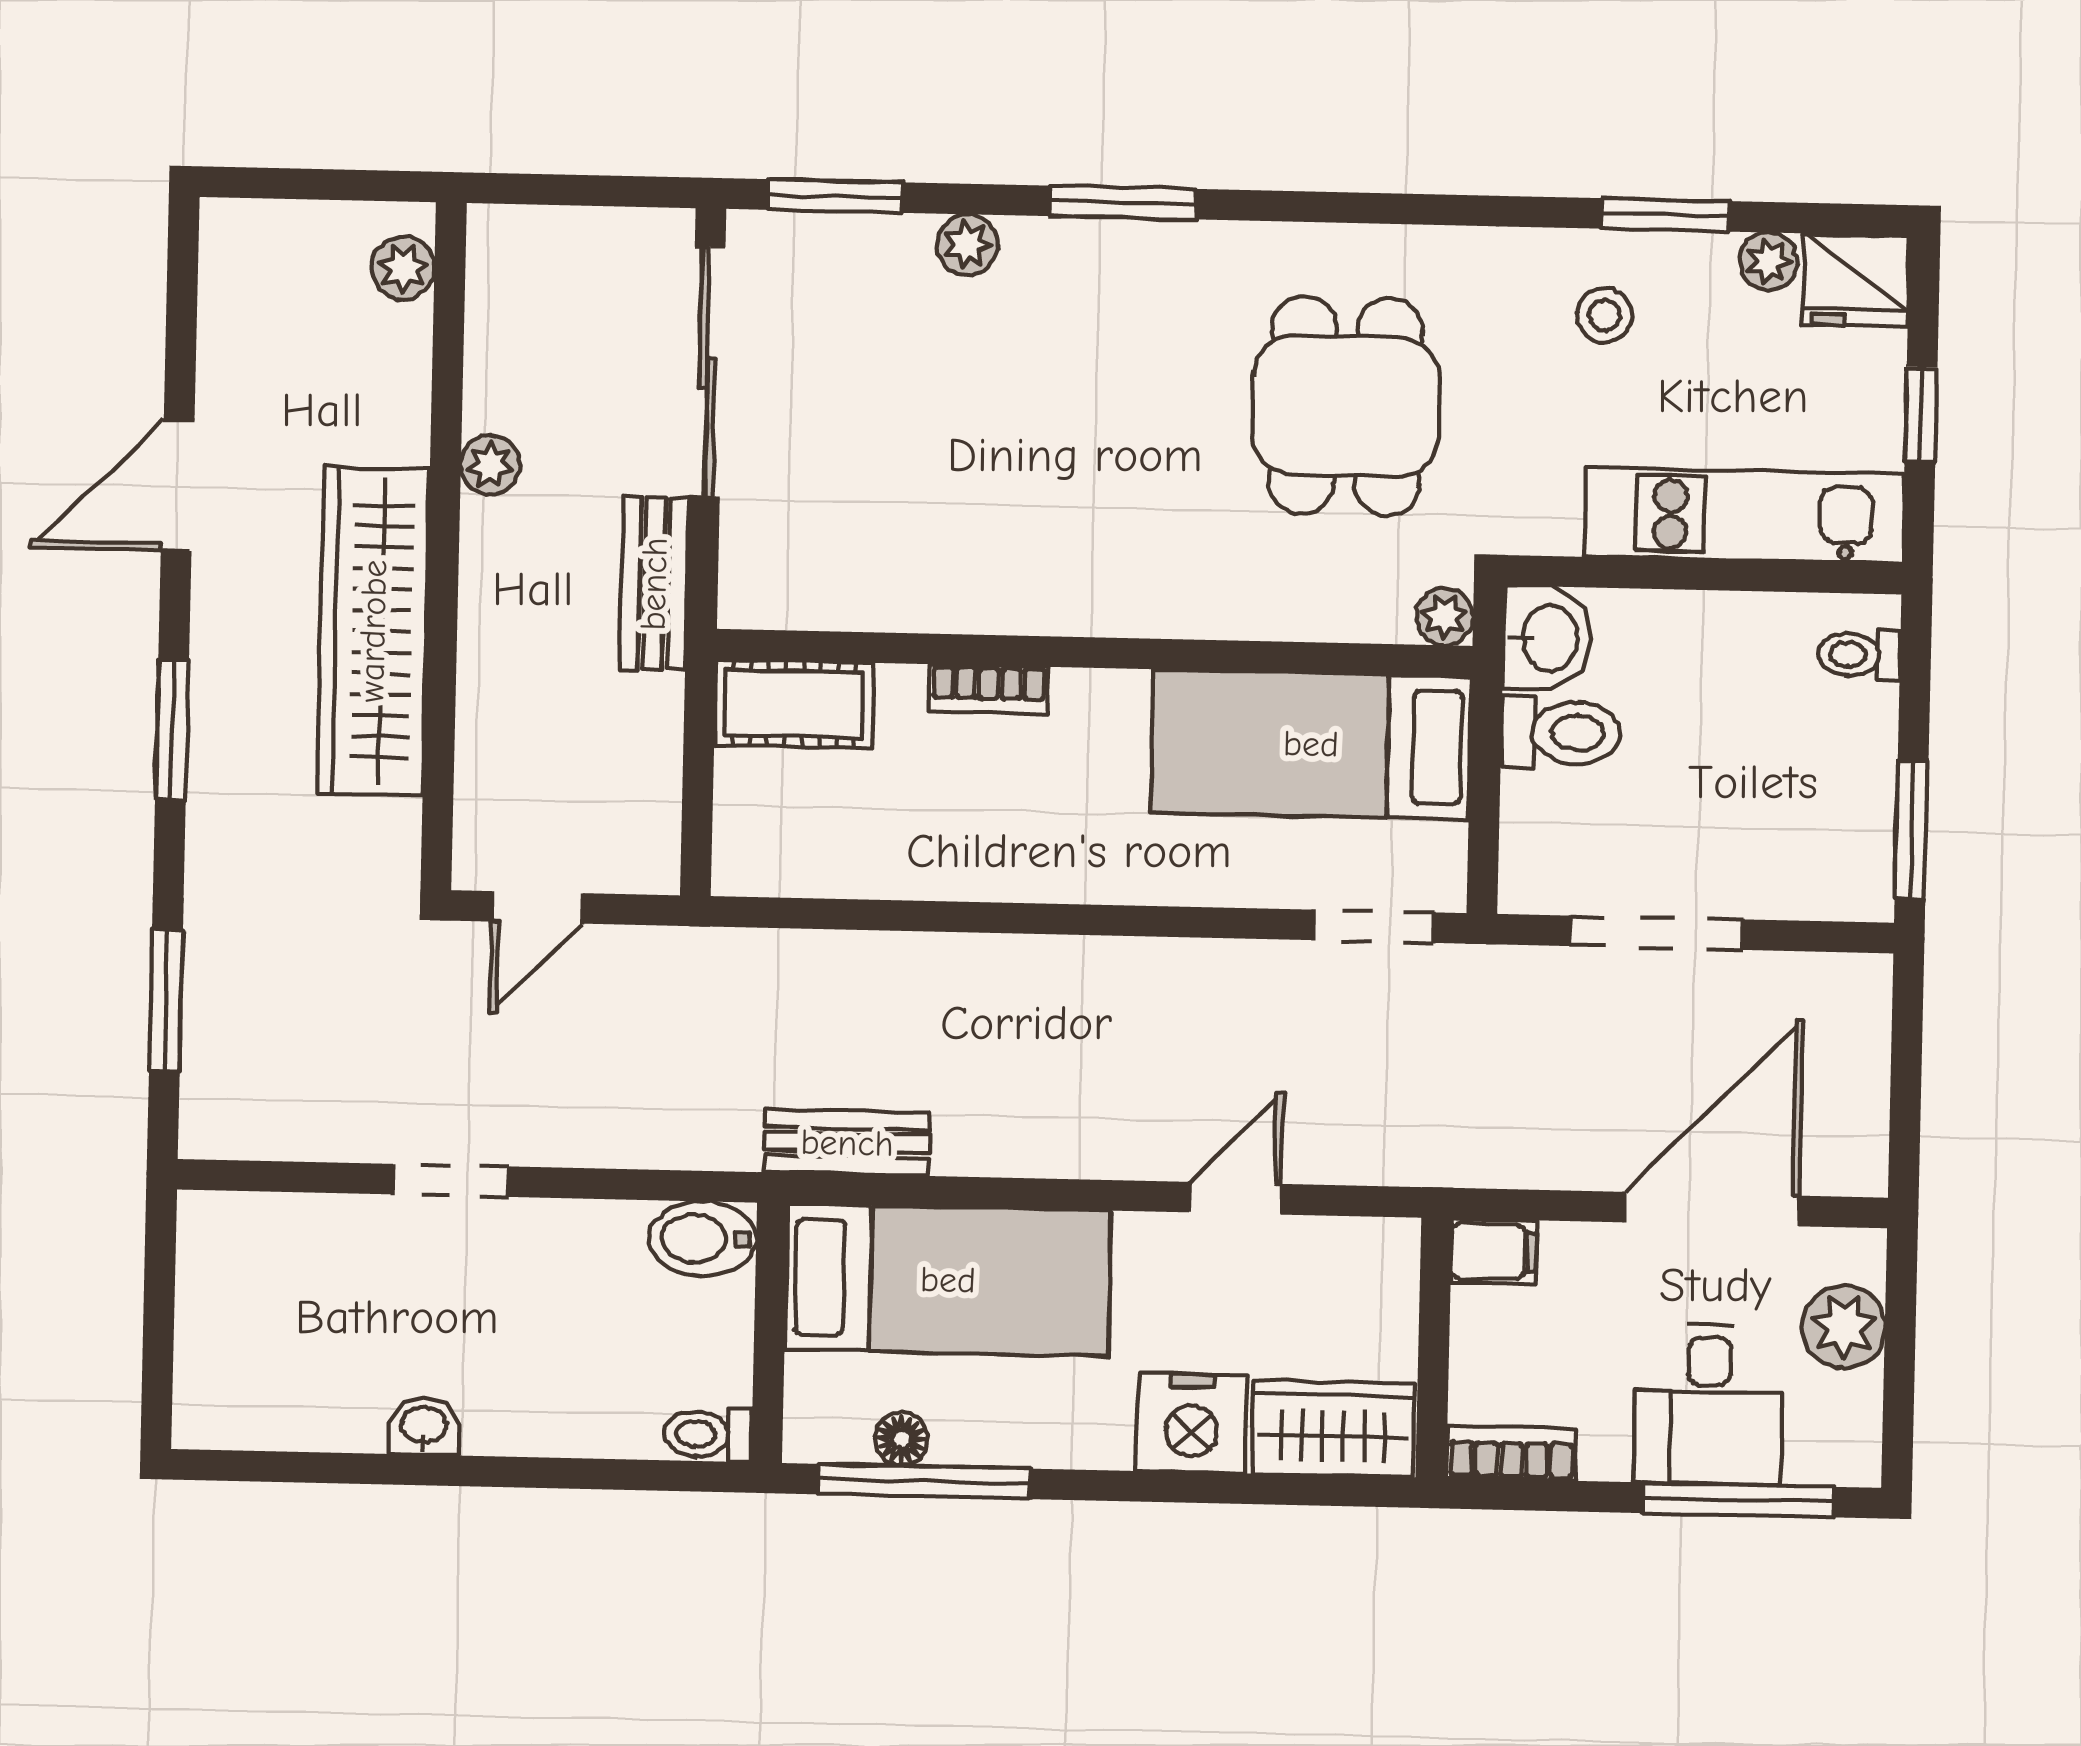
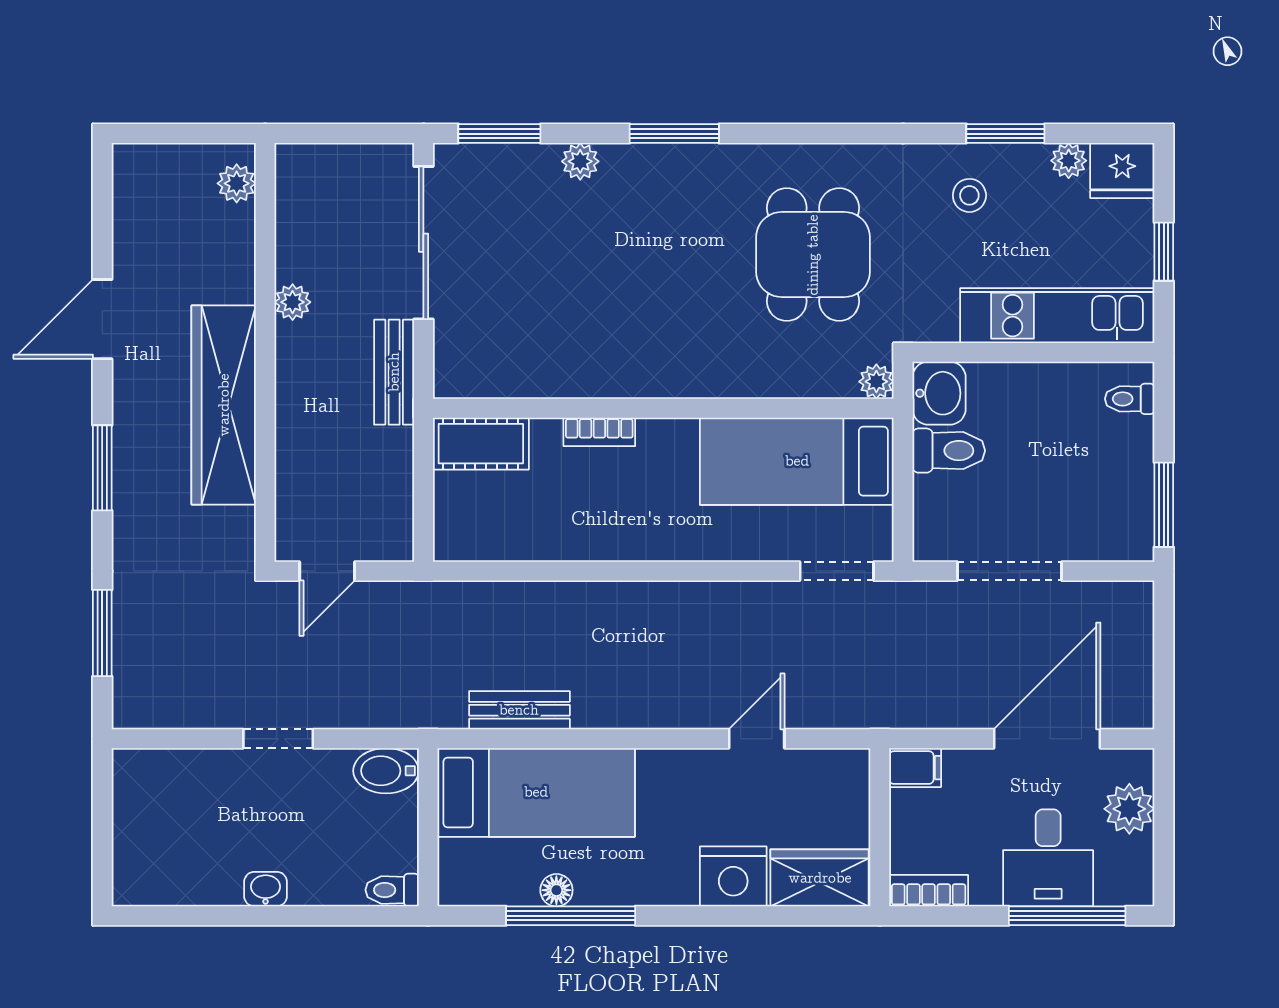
bidet: (703, 1239) -> (386, 771), moved
bed: (948, 1280) -> (536, 792), moved
wall: (770, 1333) -> (428, 827), moved
toilet: (708, 1434) -> (392, 890), moved

